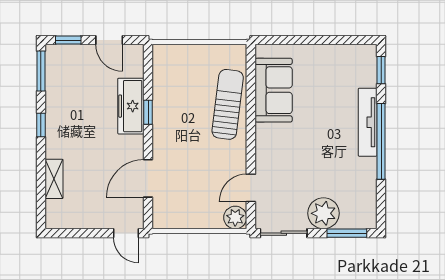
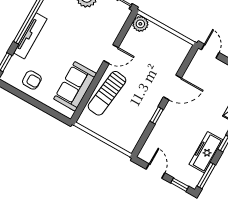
armchair: (333, 67) -> (32, 80), added
freezer: (131, 106) -> (206, 152), moved, turned 180
door: (148, 178) -> (172, 87), moved
door: (251, 188) -> (111, 54), moved

